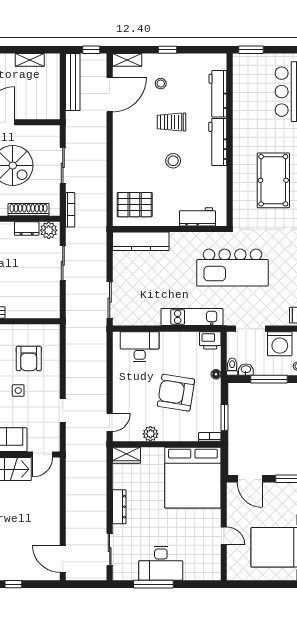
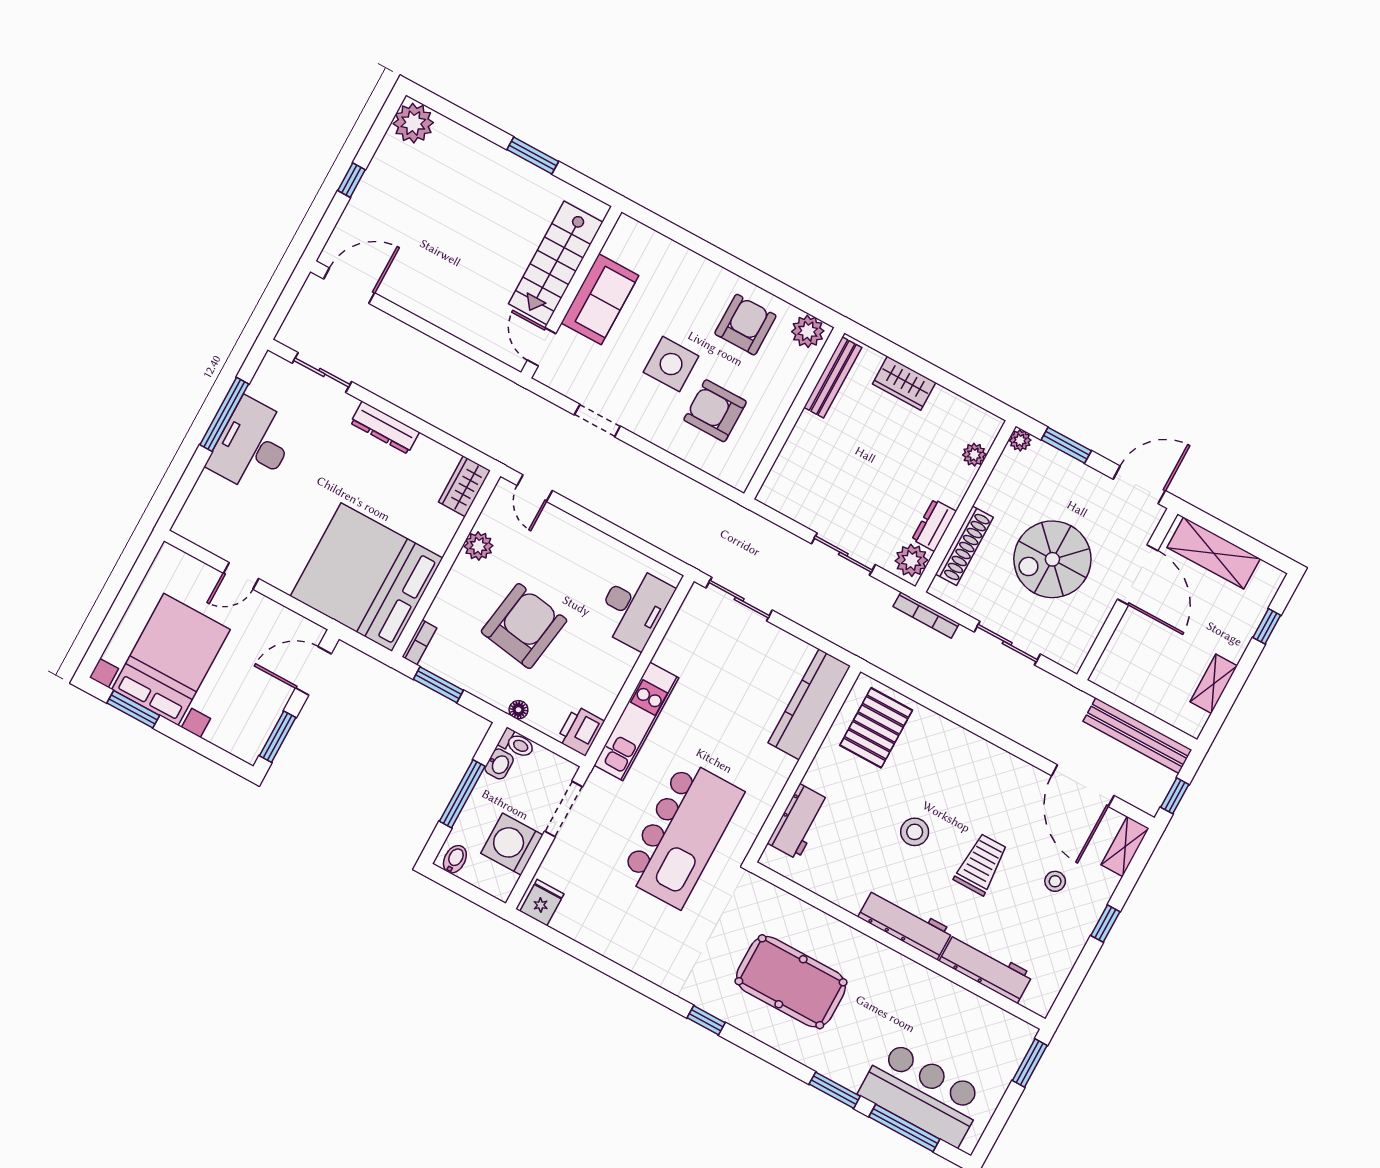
kitchen island: (232, 268) -> (682, 834), turned 180
side table: (18, 390) -> (671, 364), width x1.87, depth x1.87

